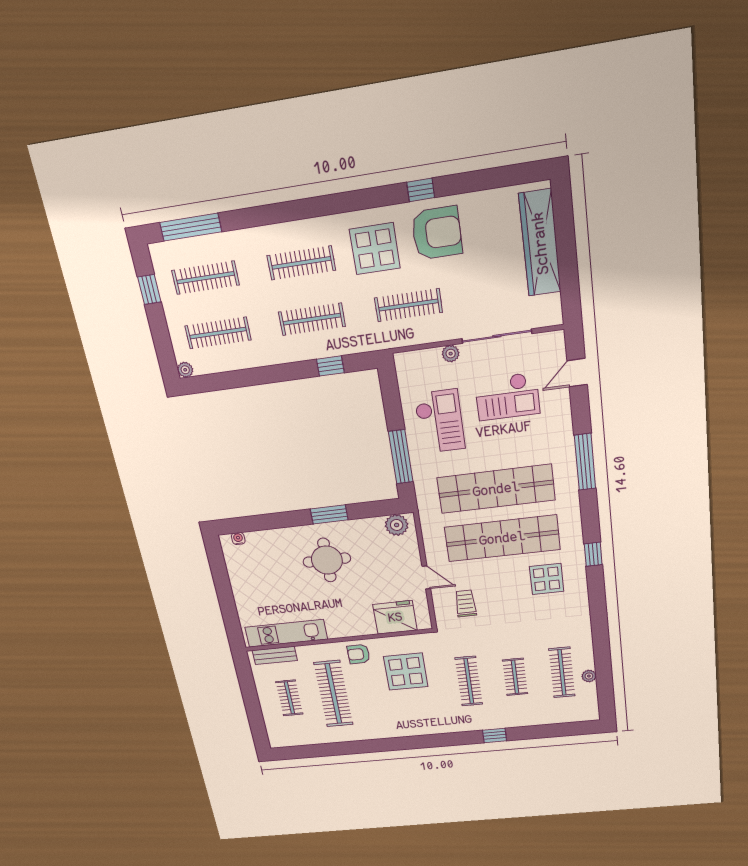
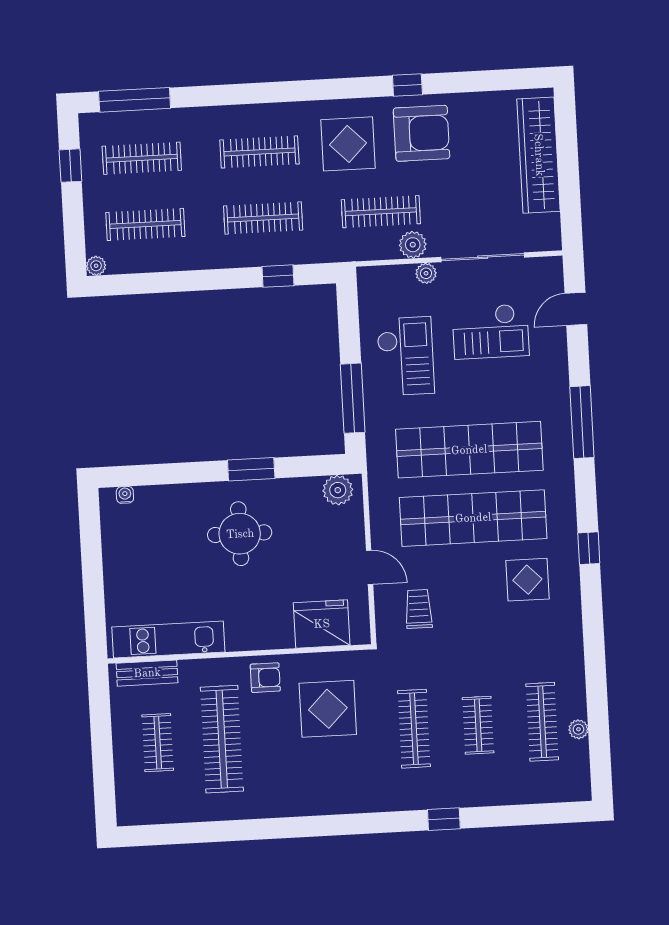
plant: (438, 331) -> (413, 245), added
armchair: (359, 654) -> (265, 678), turned 180

